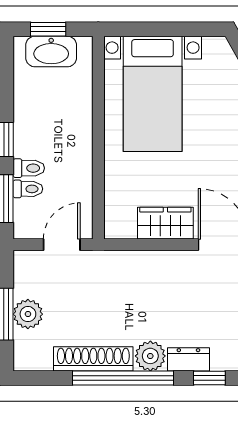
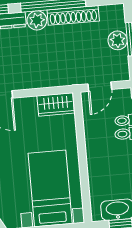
wardrobe: (165, 223) -> (56, 104), moved

